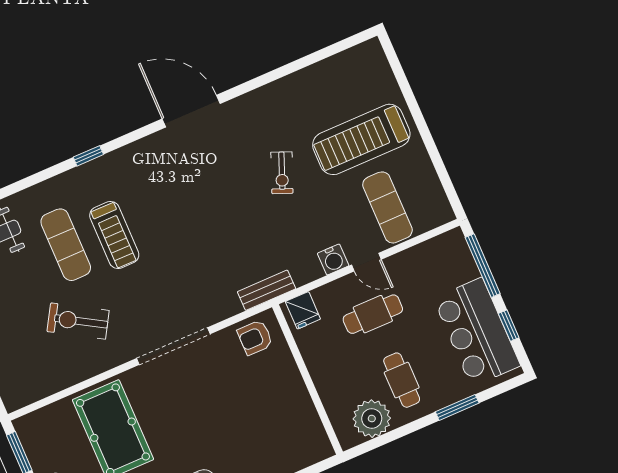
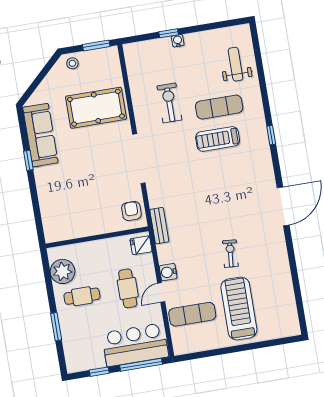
exercise bike: (282, 173) -> (230, 254), turned 73
exercise bike: (78, 321) -> (169, 103), turned -31
bar counter: (477, 332) -> (135, 345), moved

